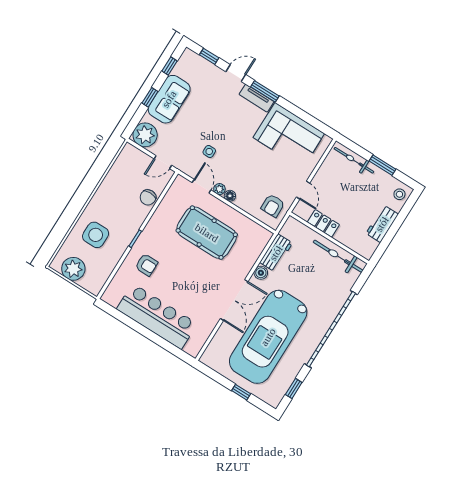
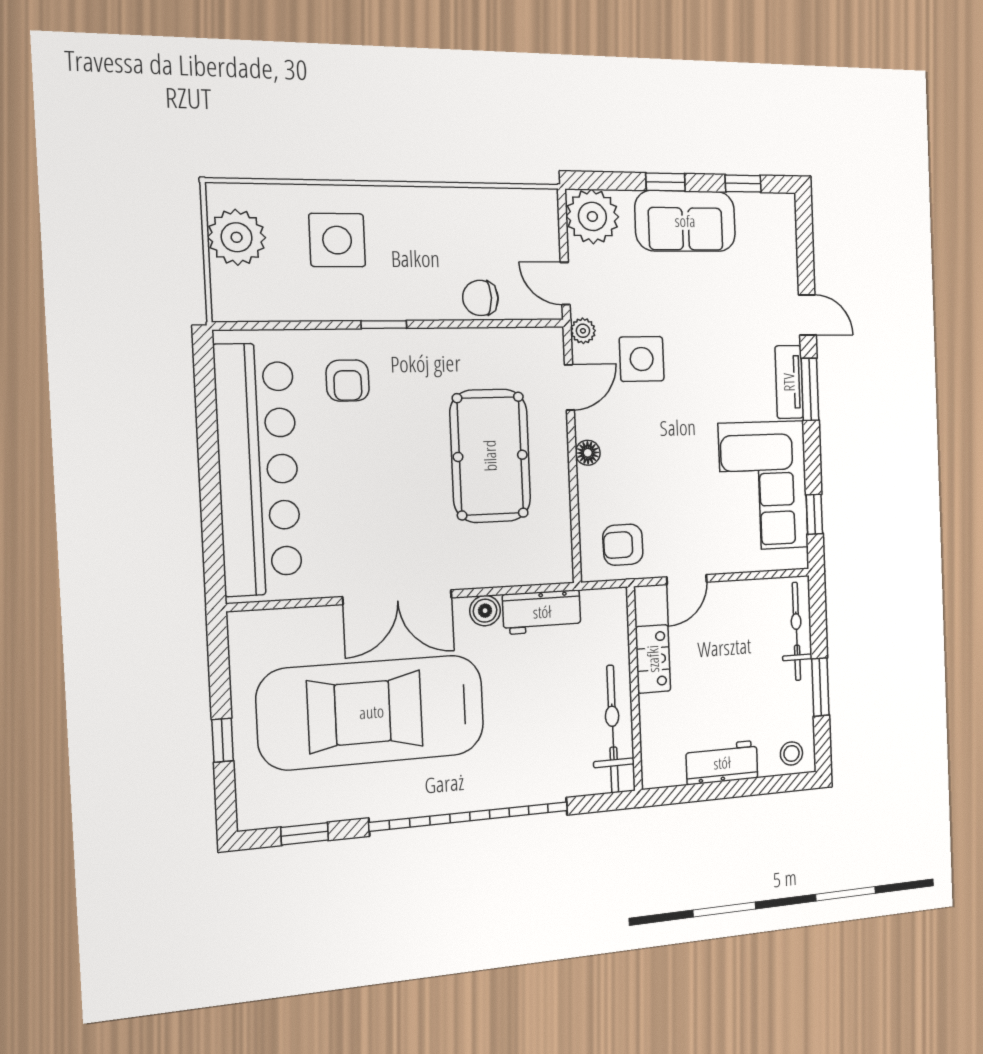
window: (209, 56) -> (814, 514), moved
side table: (209, 151) -> (642, 359), width x1.87, depth x1.87
plant: (219, 189) -> (583, 331), moved
bar counter: (157, 316) -> (258, 469), width x1.36

